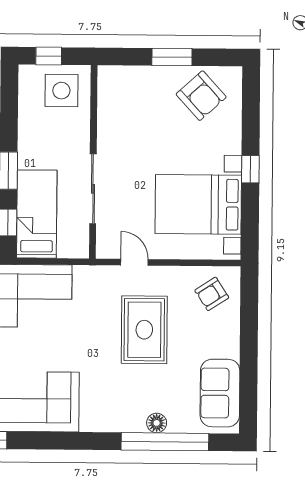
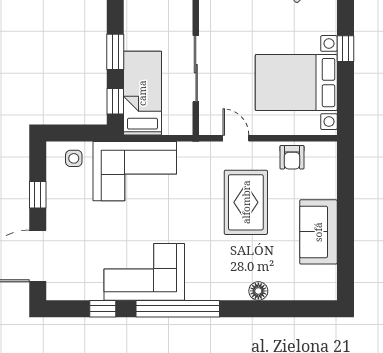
armchair: (212, 294) -> (292, 157), moved, turned -57
sofa: (220, 393) -> (318, 232), moved
window: (165, 442) -> (178, 309), moved

